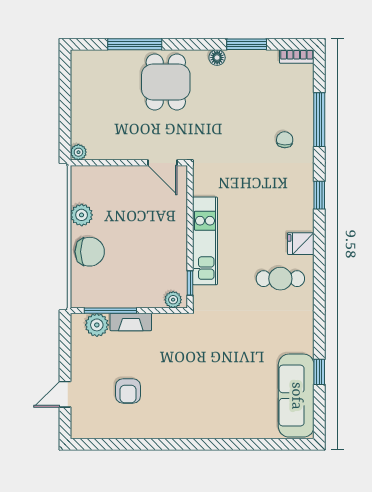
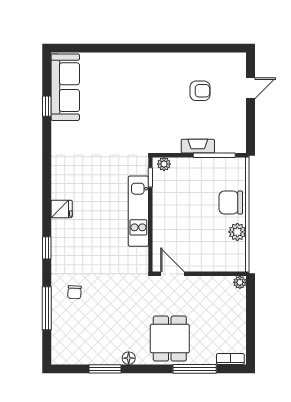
bookcase: (297, 56) -> (230, 359), moved
cafe table: (280, 279) -> (78, 181), removed
plant: (97, 325) -> (225, 144), removed
armchair: (128, 391) -> (200, 91), turned 90

